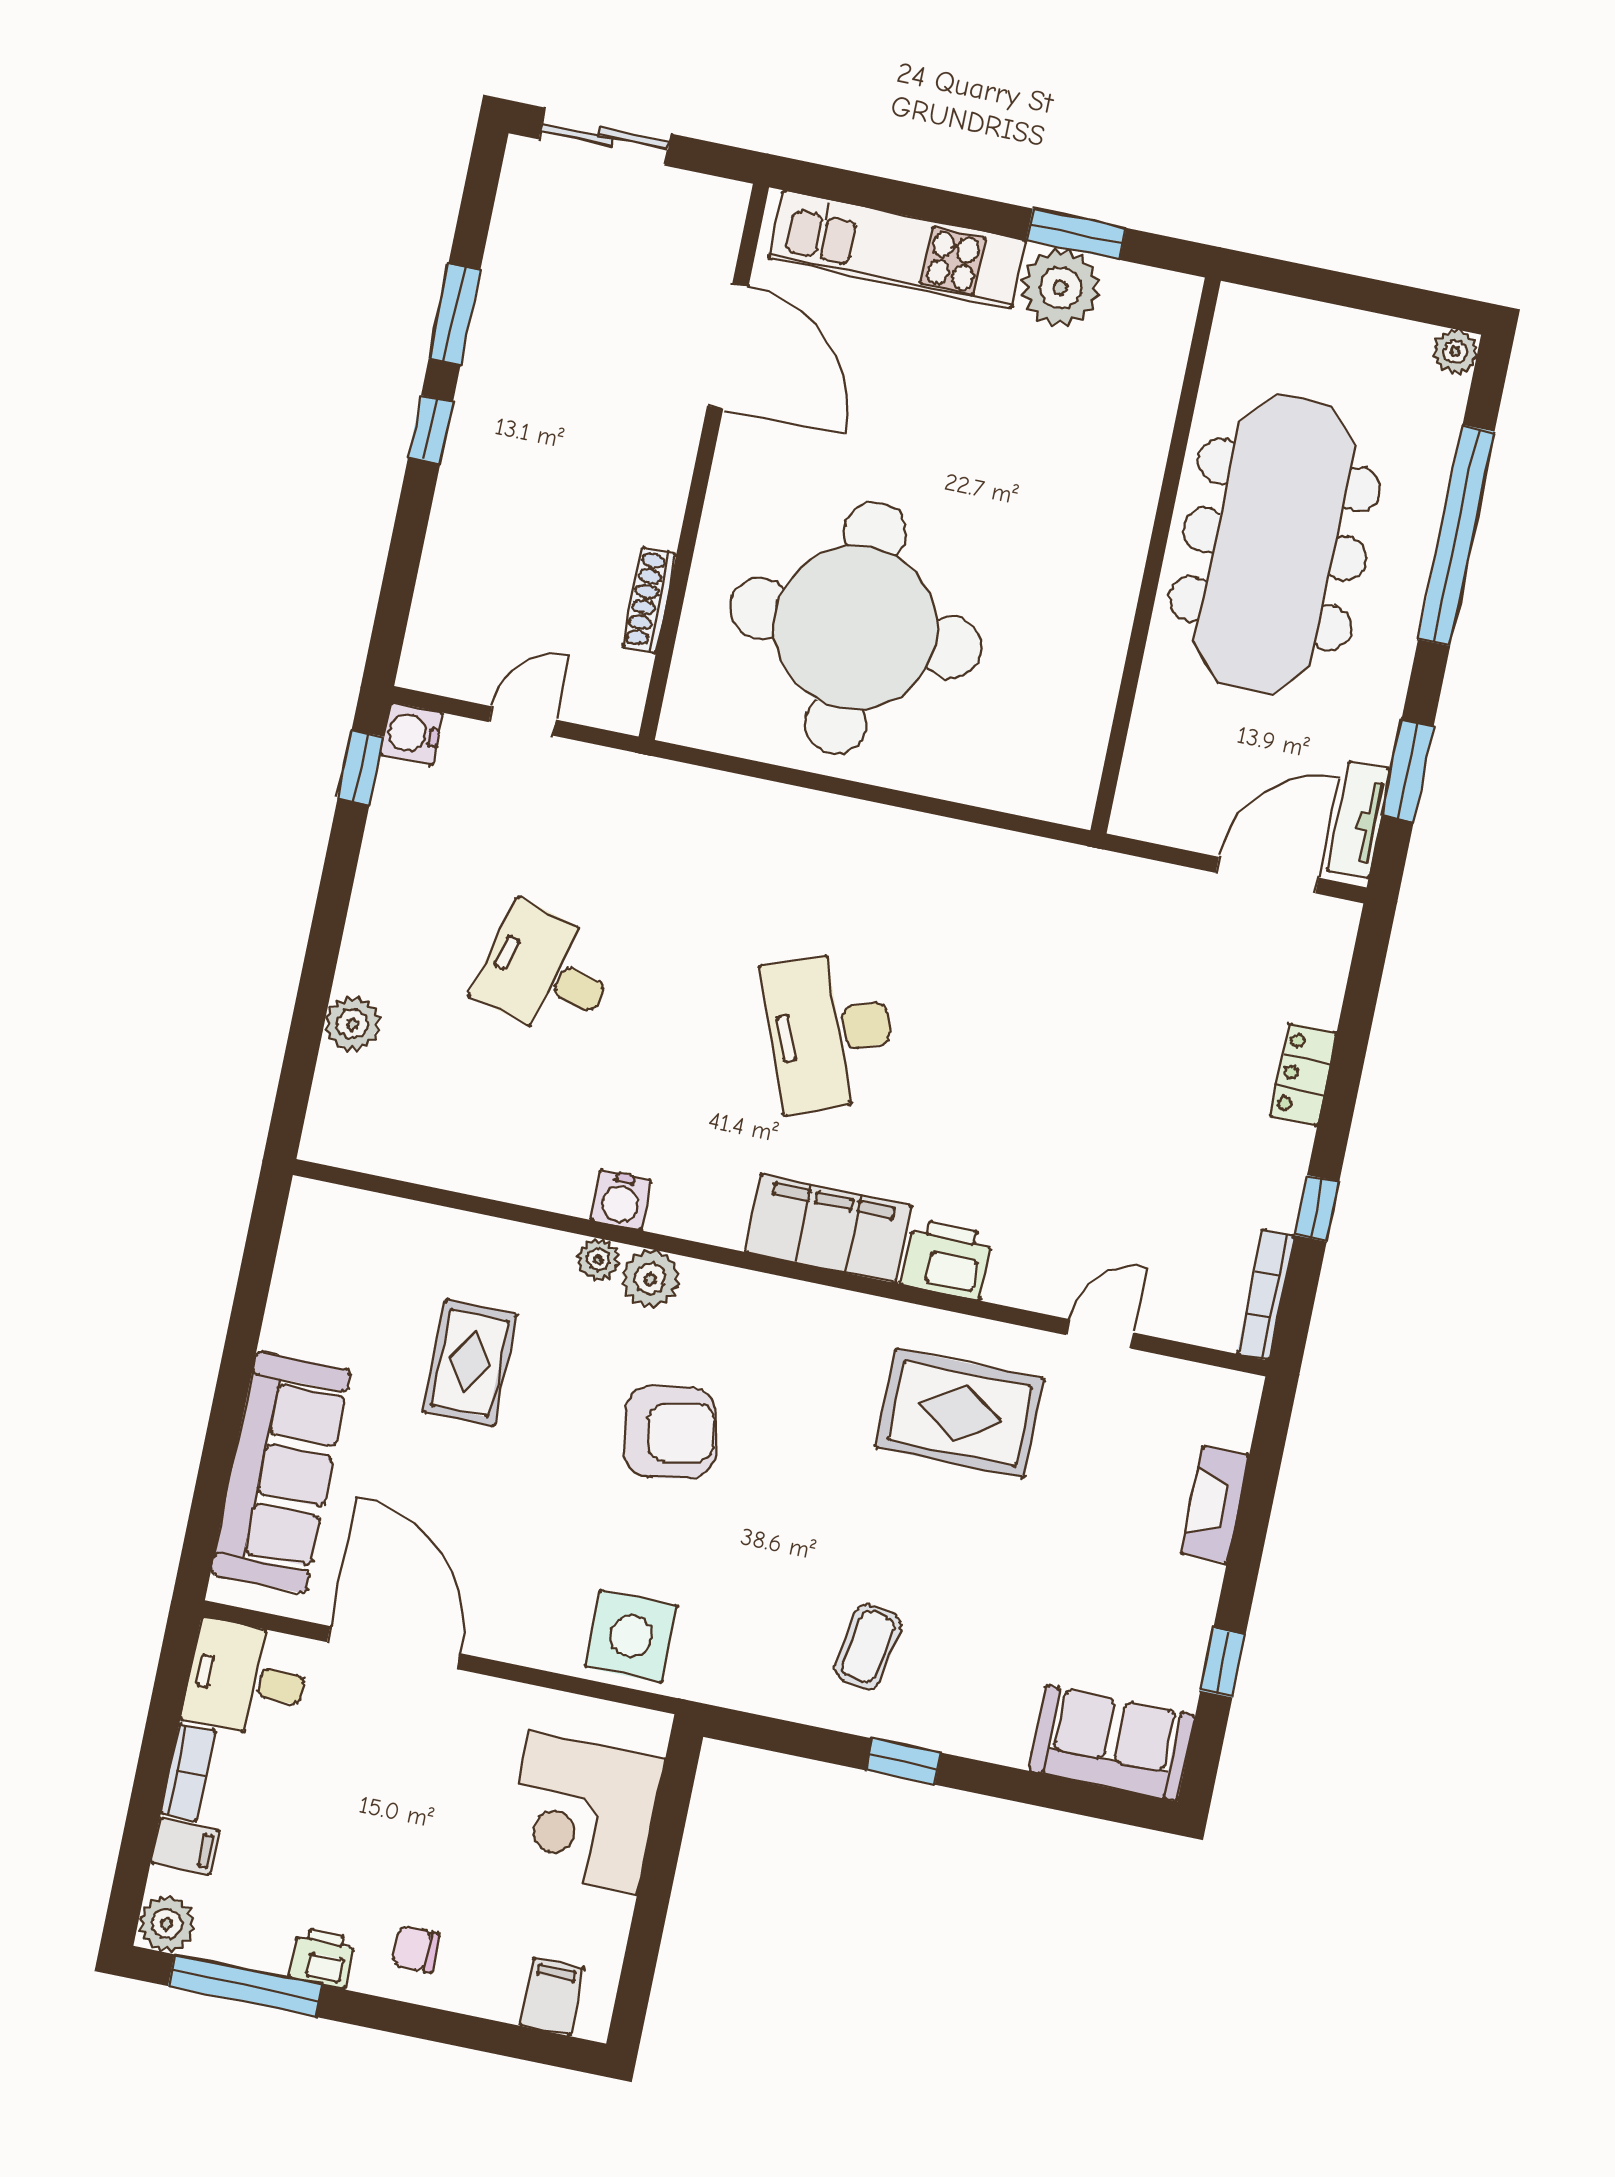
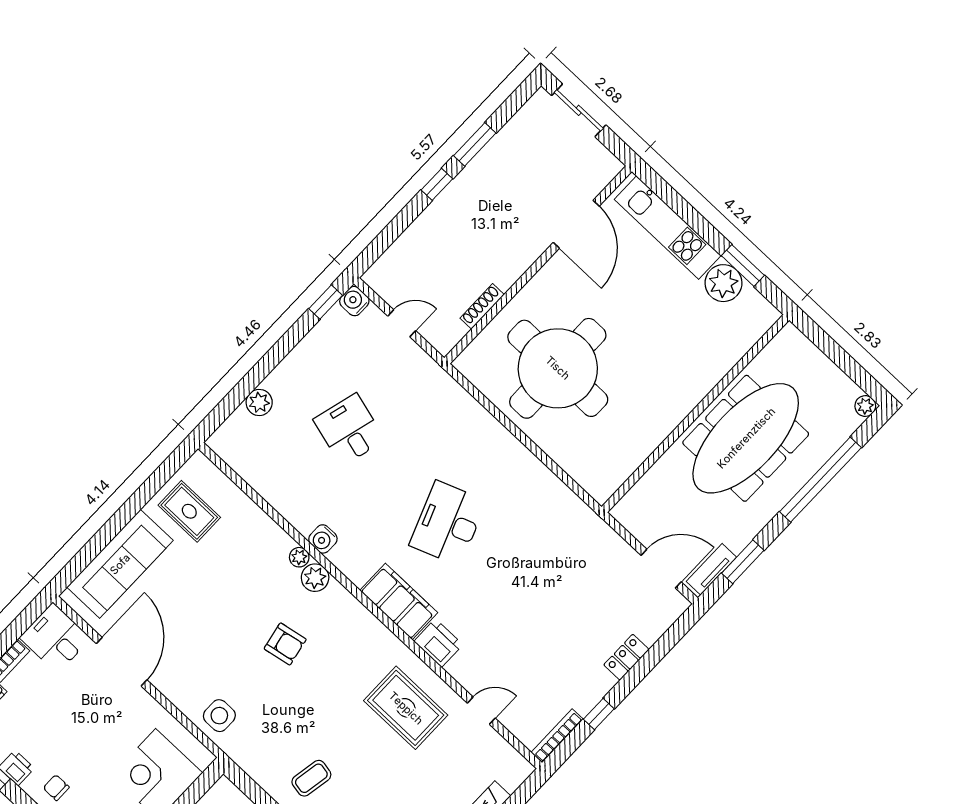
rug: (470, 1363) -> (189, 511), moved, turned 90
armchair: (670, 1433) -> (285, 644), width x0.72, depth x0.72
side table: (631, 1636) -> (219, 716), width x0.73, depth x0.73

